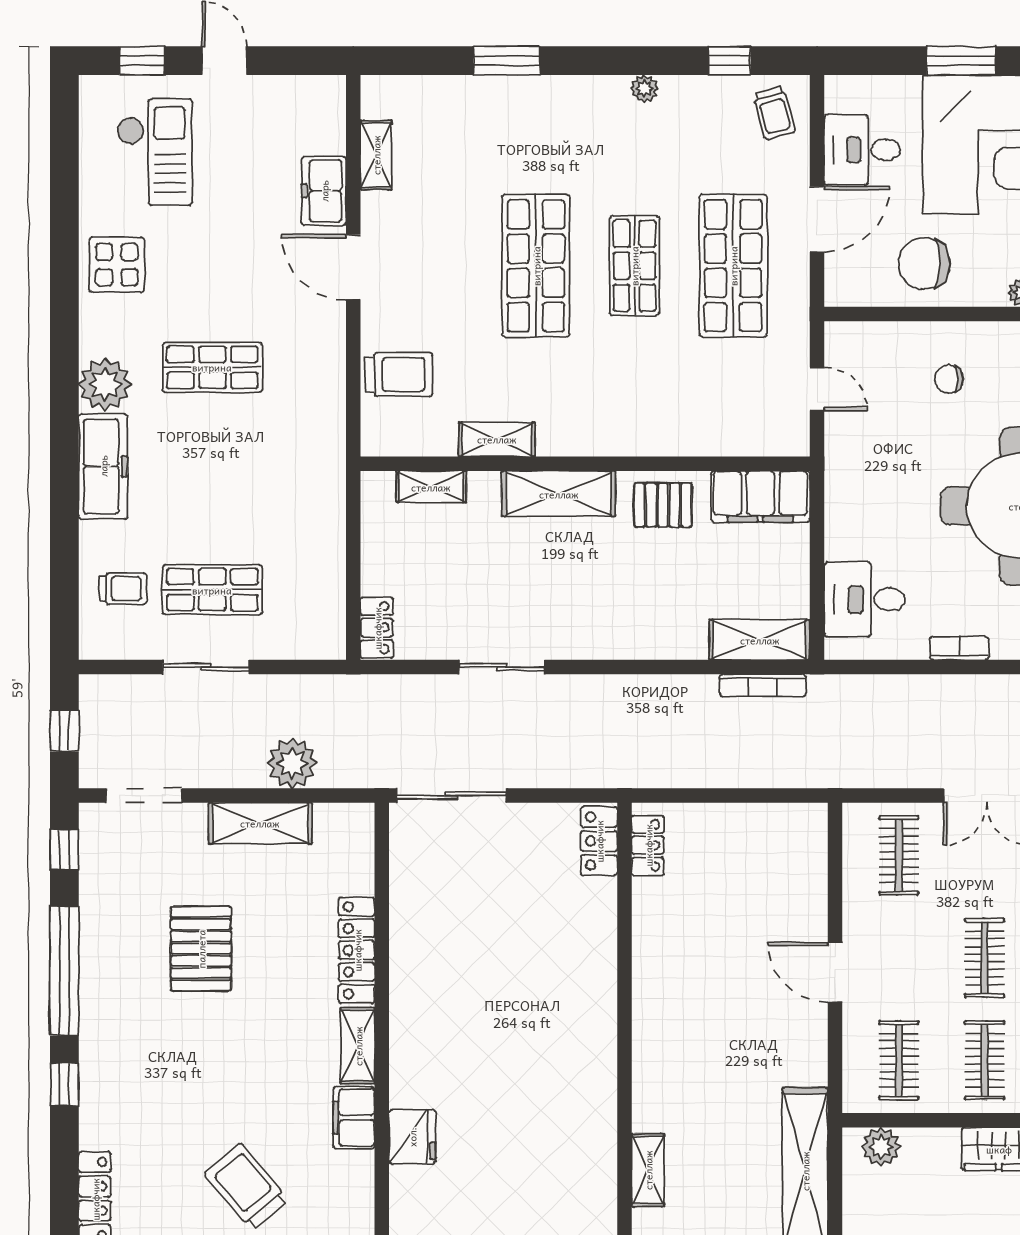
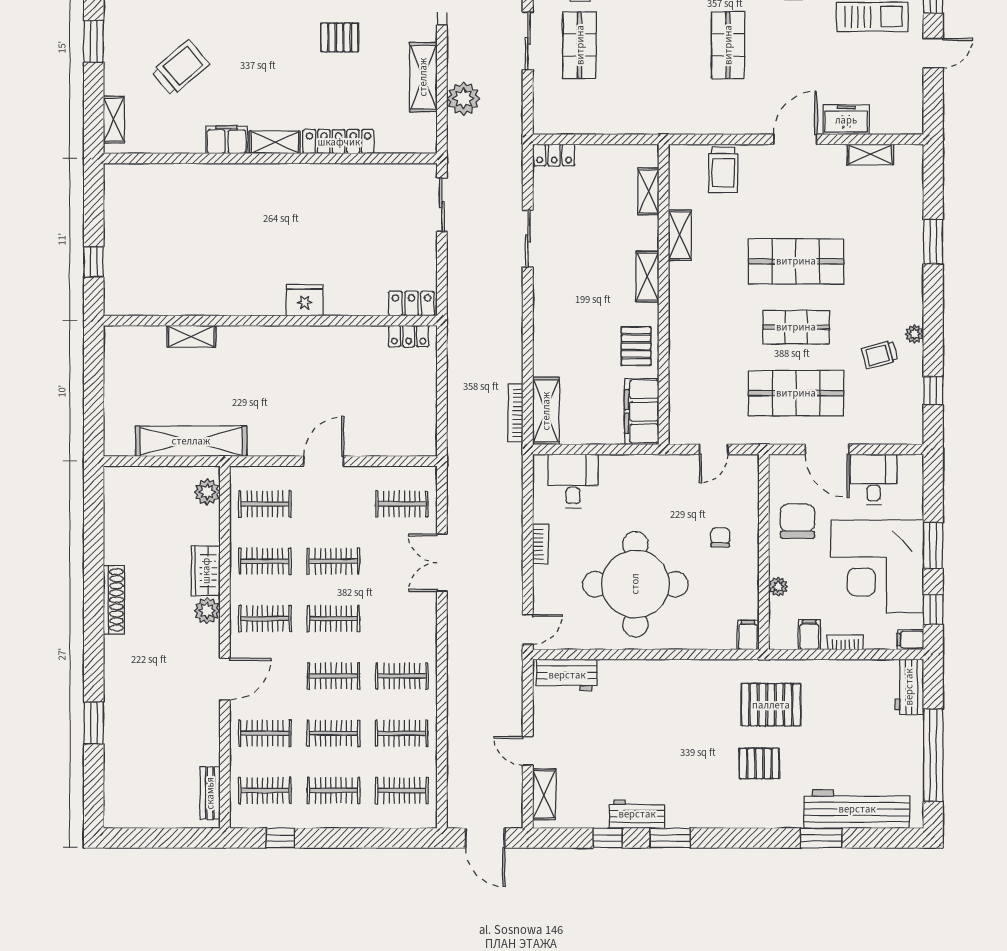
trolley: (774, 113) -> (880, 355), moved
shelving: (559, 494) -> (647, 276), width x0.67, depth x0.75
sliding door: (451, 796) -> (442, 205), width x0.73
pallet: (201, 949) -> (340, 37), width x0.67, depth x0.71
fridge: (412, 1137) -> (305, 300), moved, turned 180

